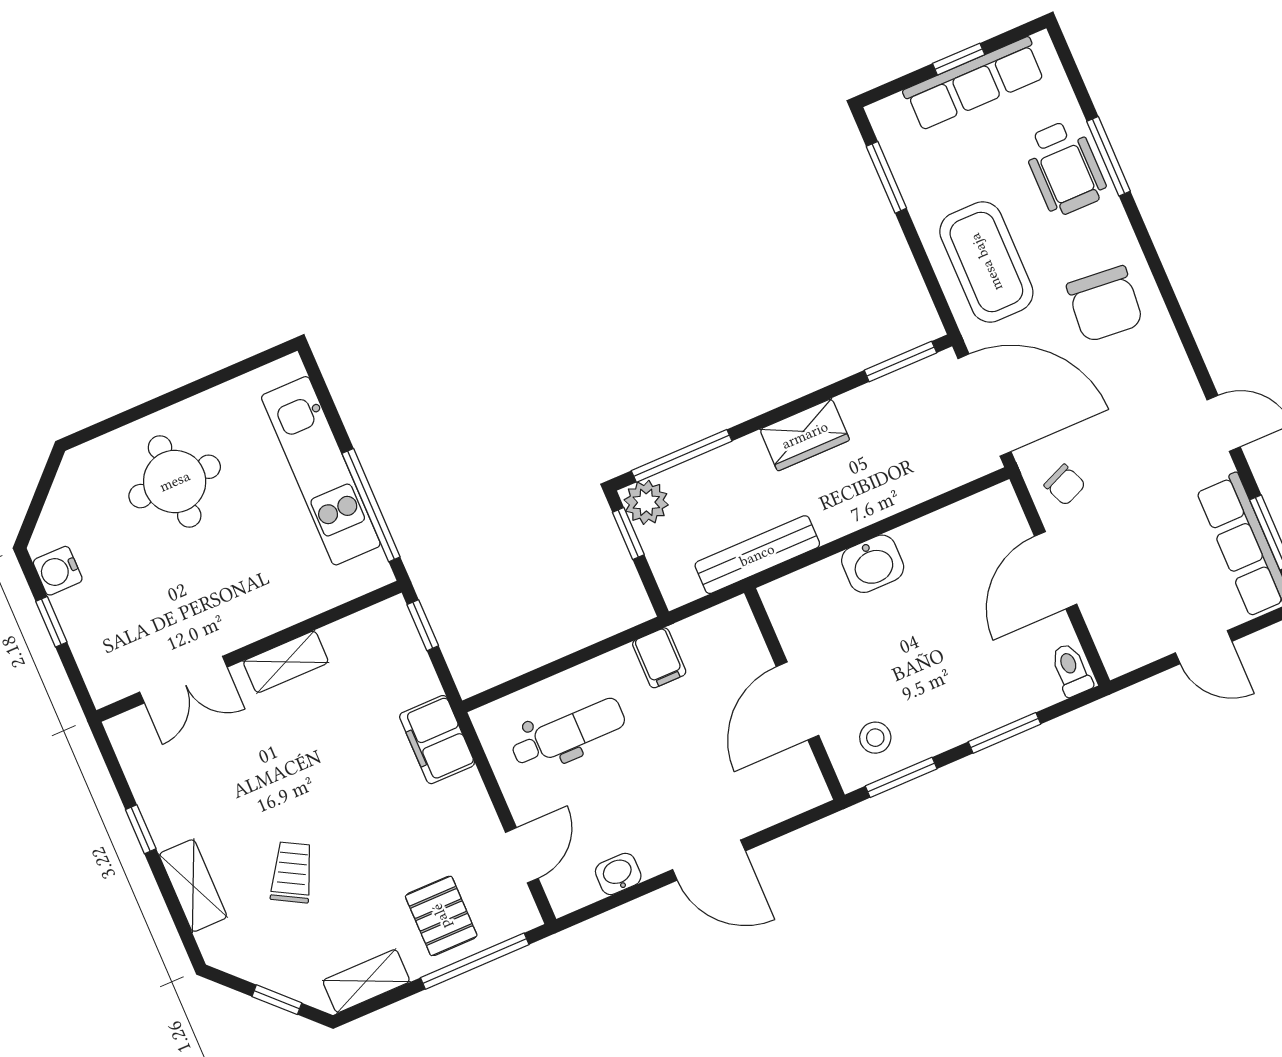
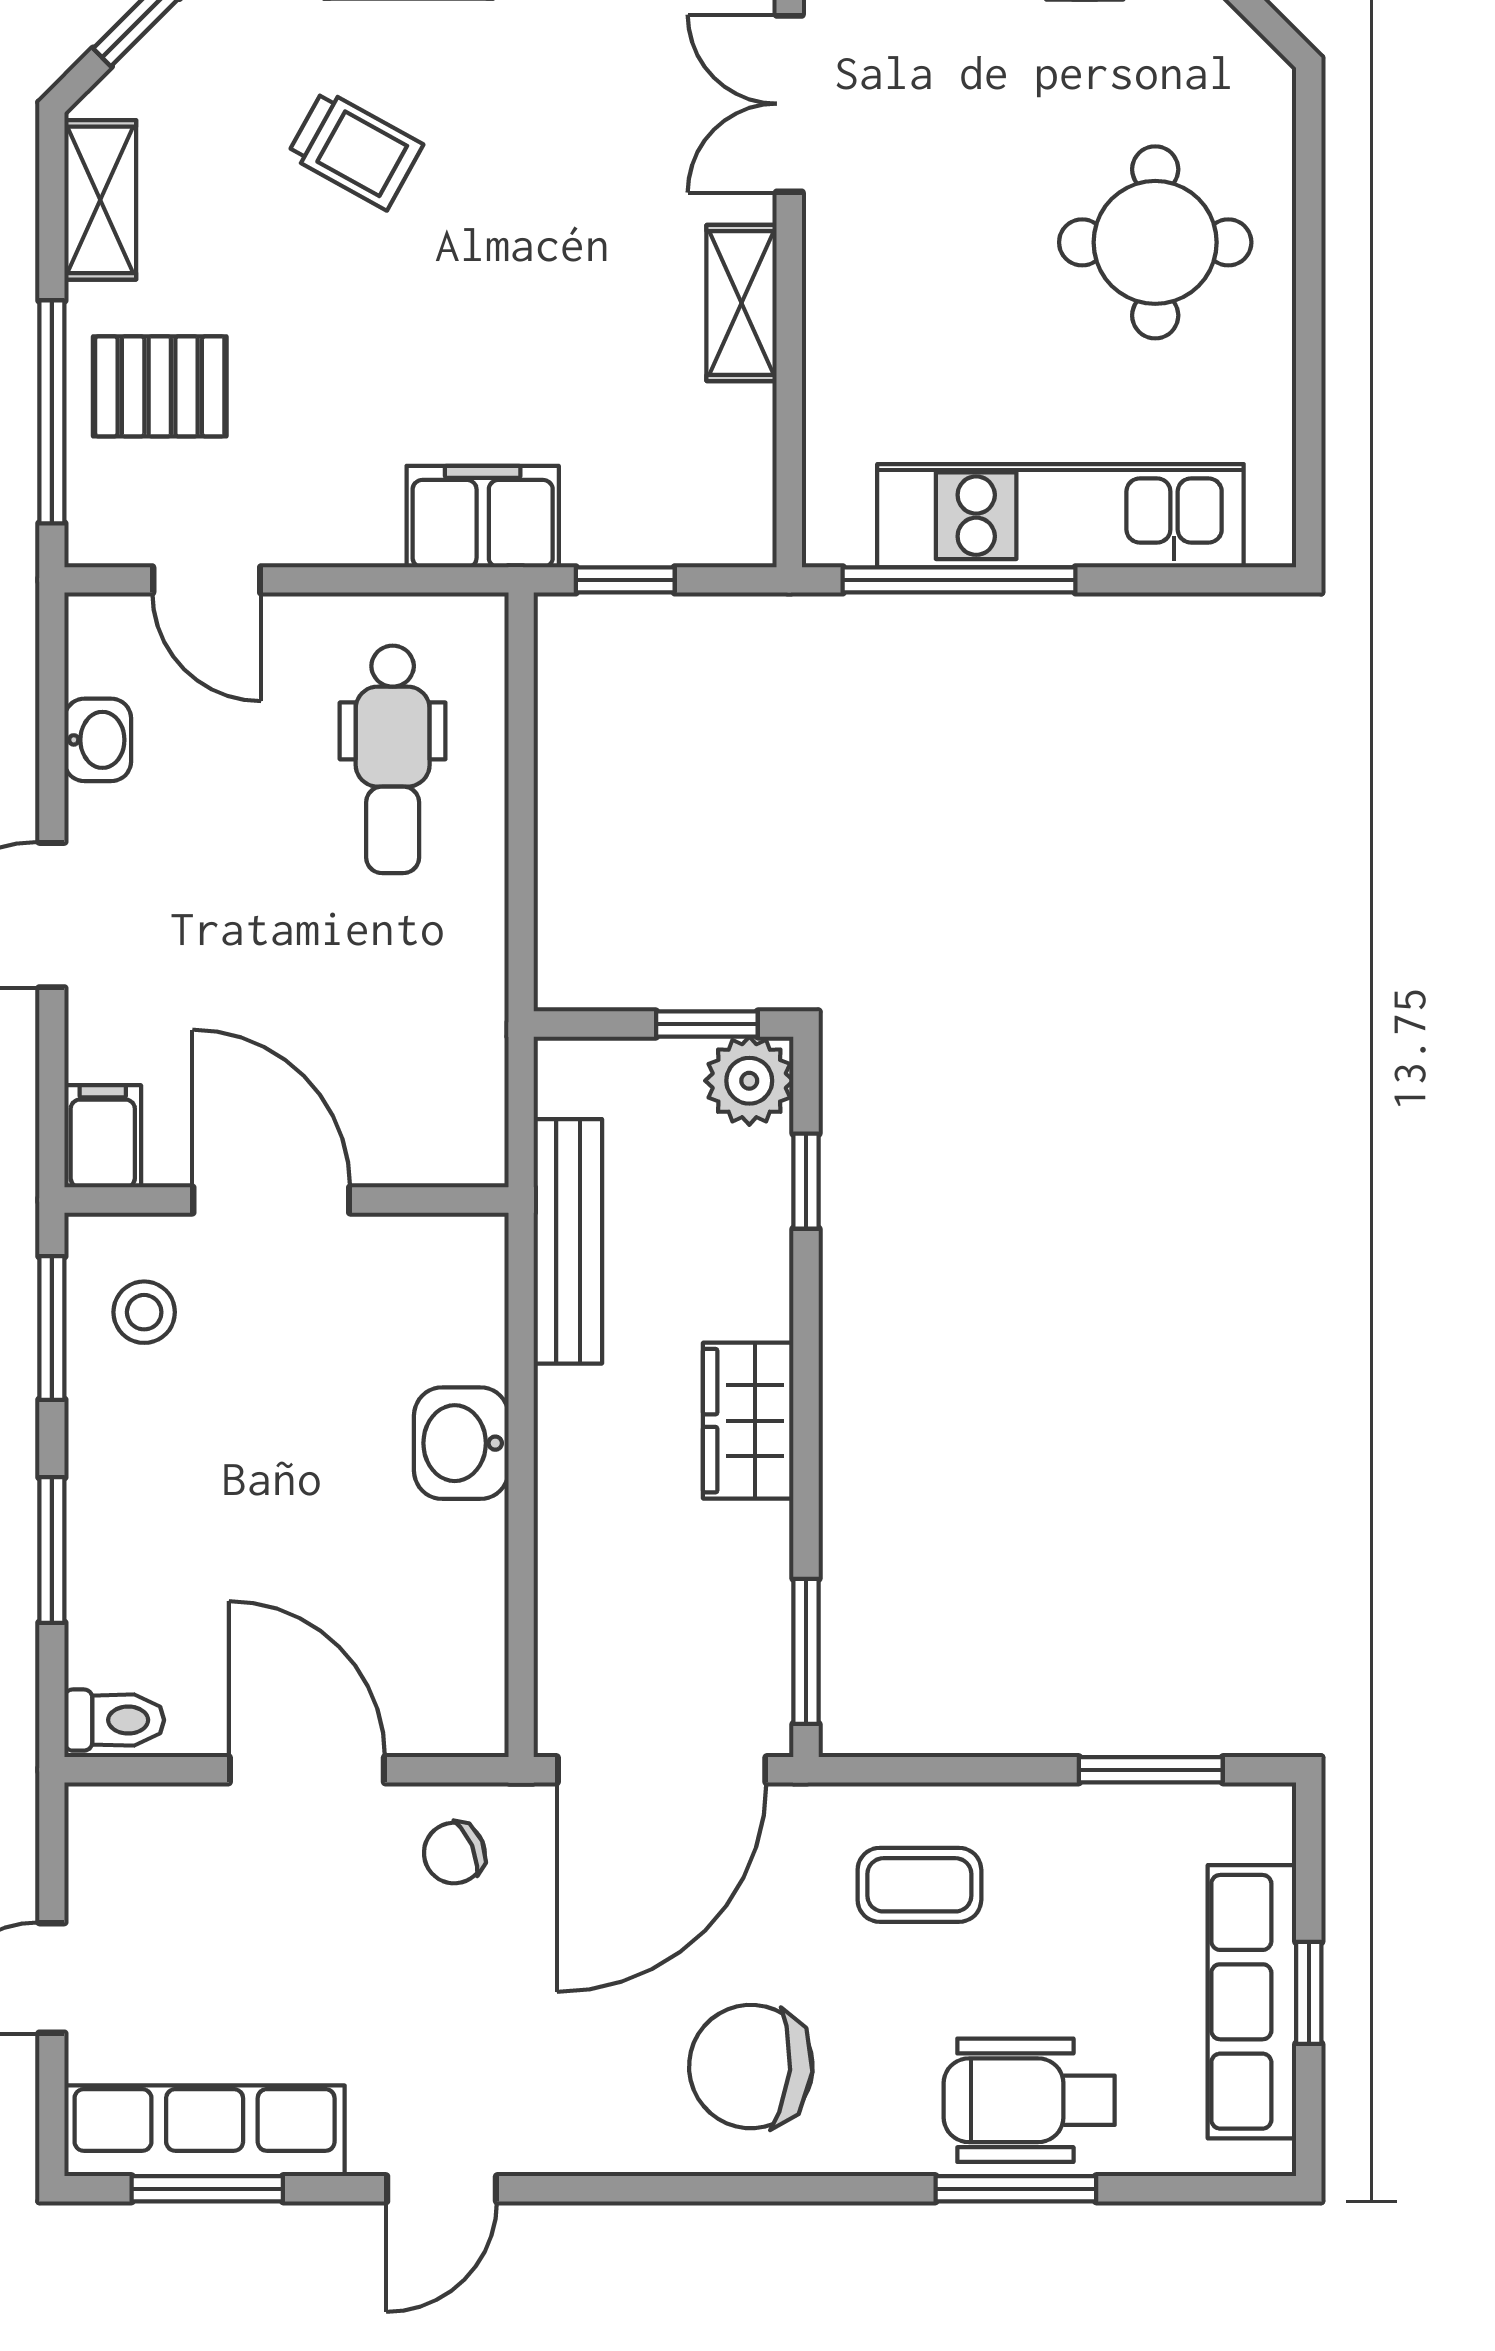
coffee table: (986, 262) -> (919, 1885), width x0.54, depth x0.58
window: (682, 456) -> (806, 1181), width x0.46
window: (423, 625) -> (625, 580), moved
filing cabinet: (659, 658) -> (103, 1136), moved, turned 90

